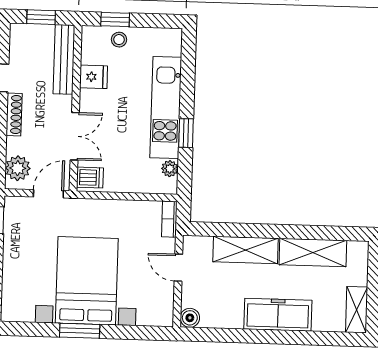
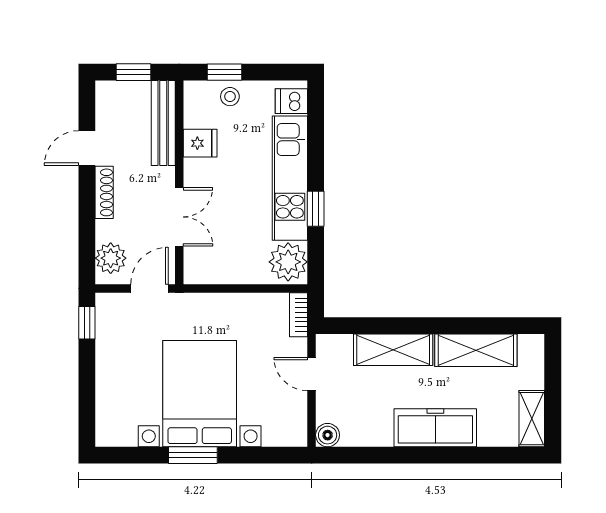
plant: (170, 169) -> (288, 262), width x1.88, depth x1.88
dishwasher: (90, 178) -> (291, 101), moved, turned 180

